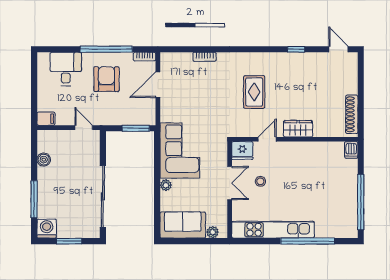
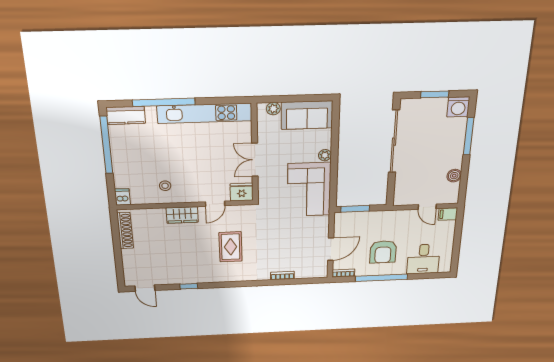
door: (84, 128) -> (427, 207), moved
stool: (260, 181) -> (165, 186), moved
kitchen counter: (341, 230) -> (126, 115), added

